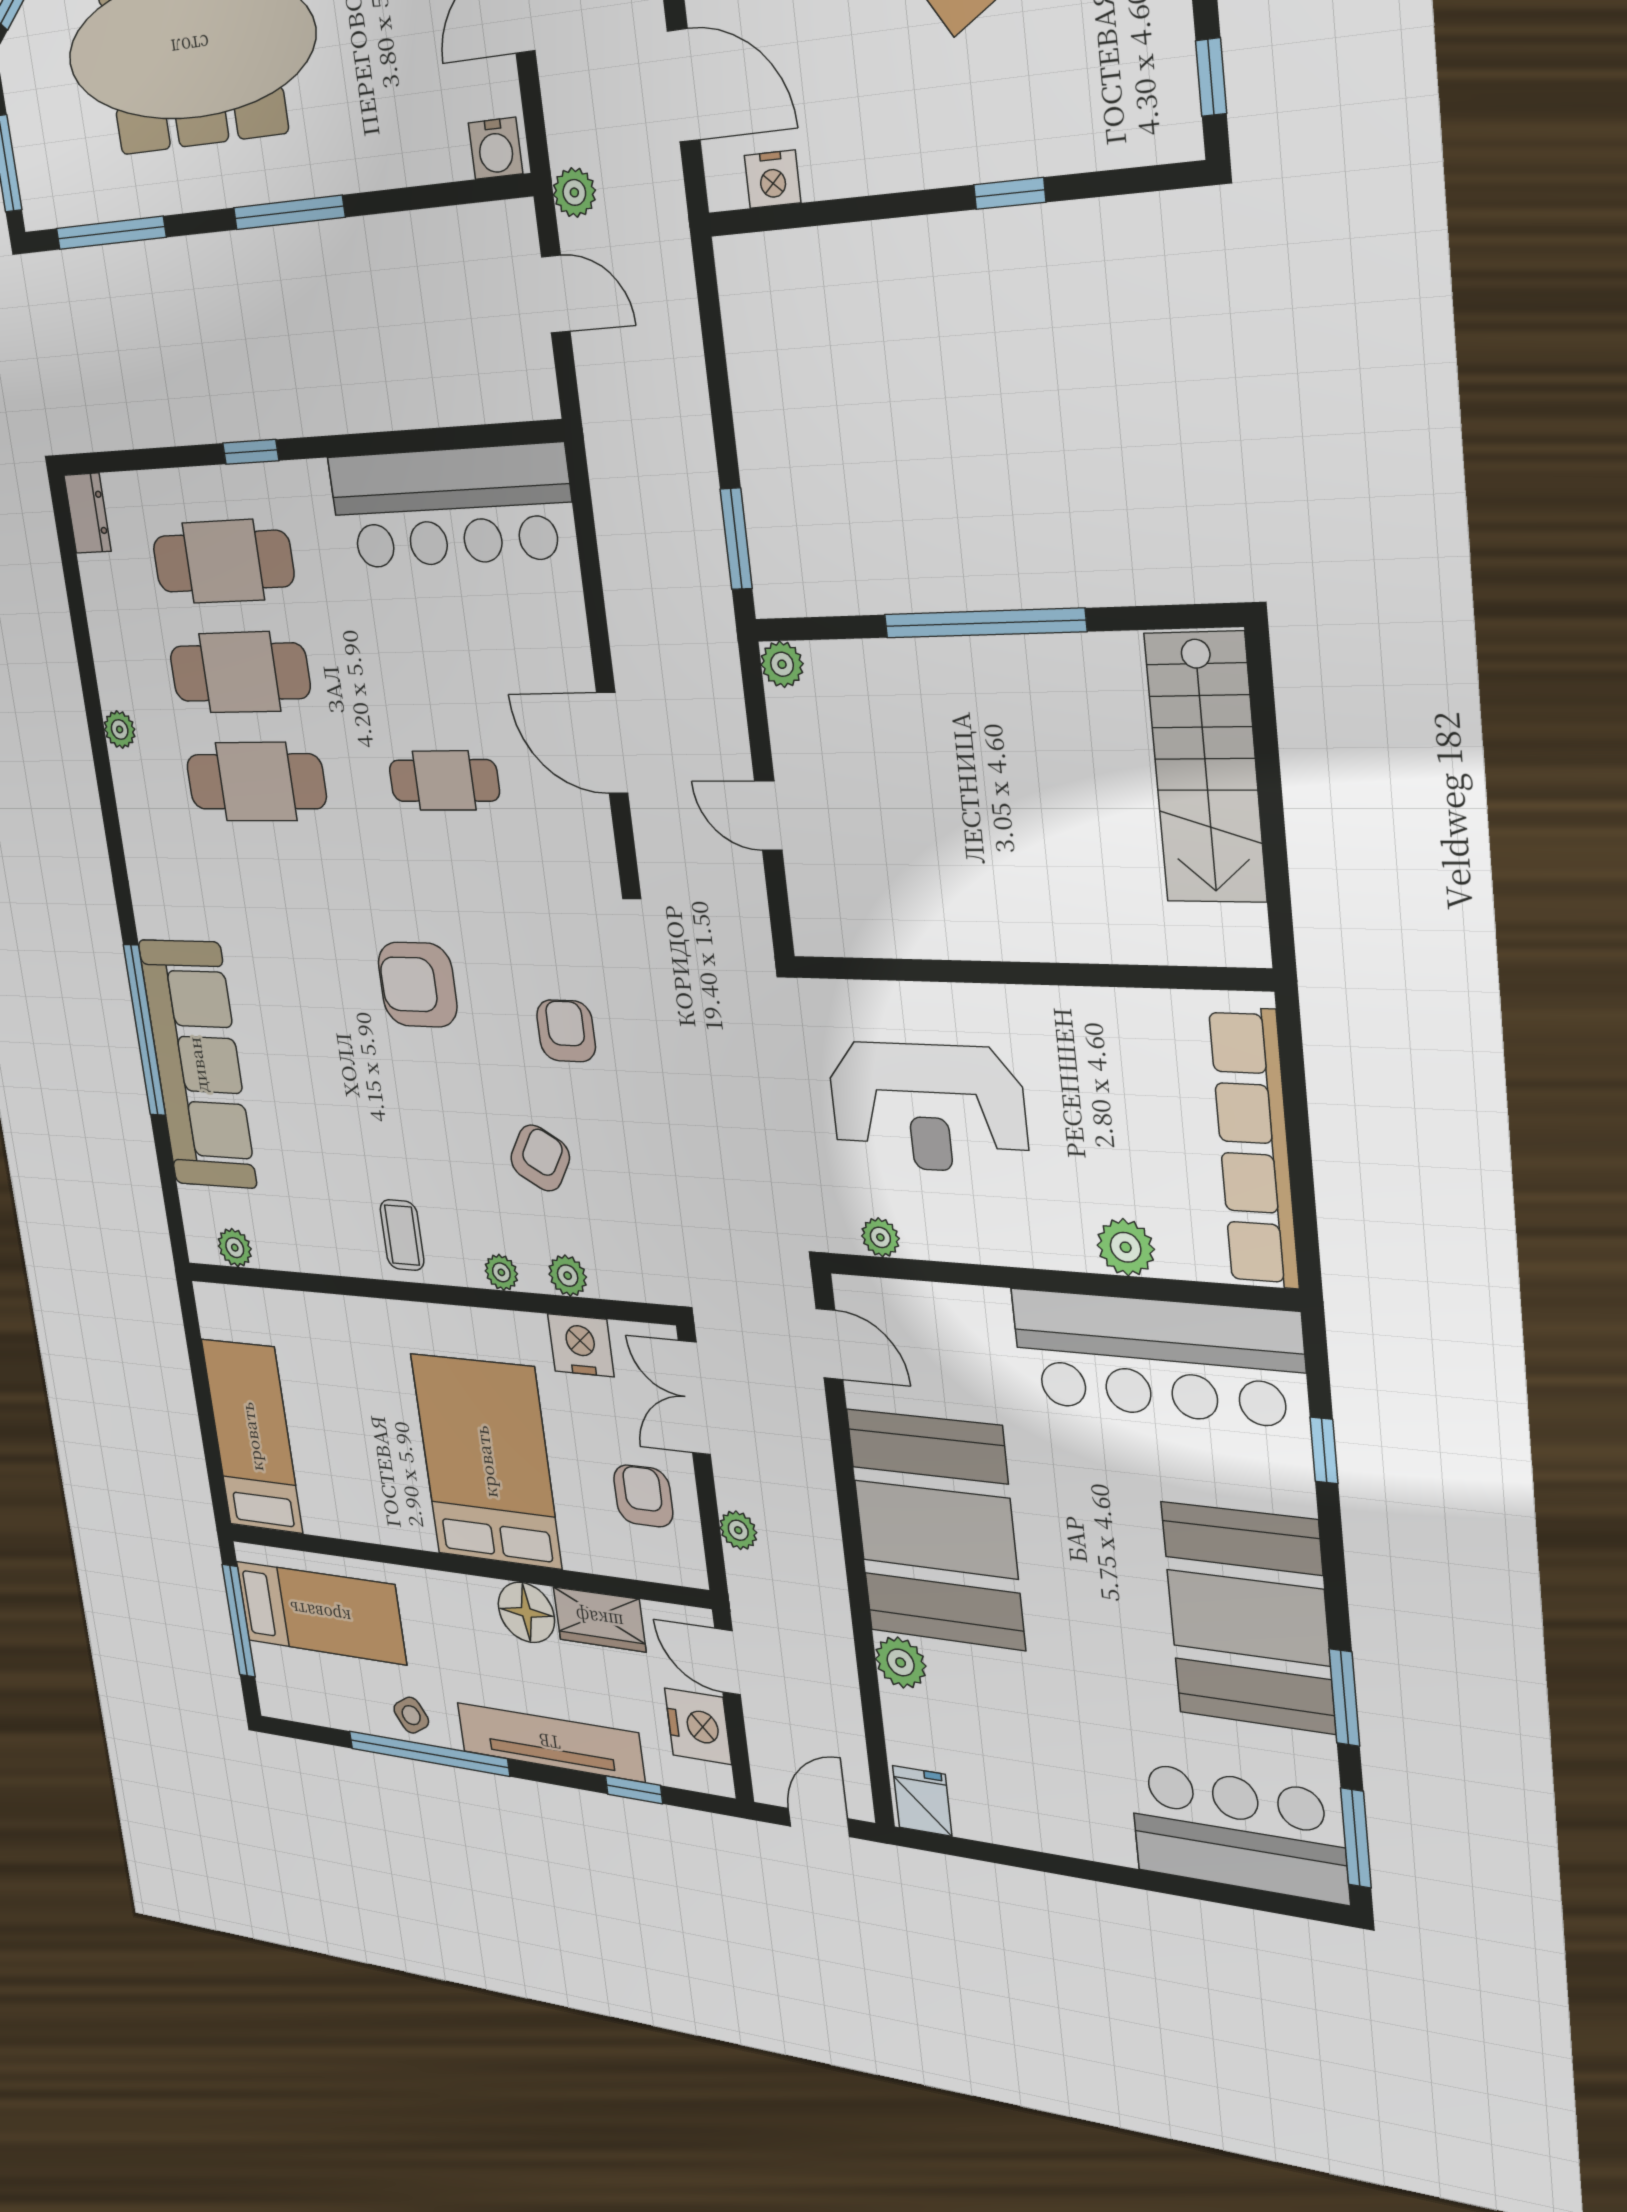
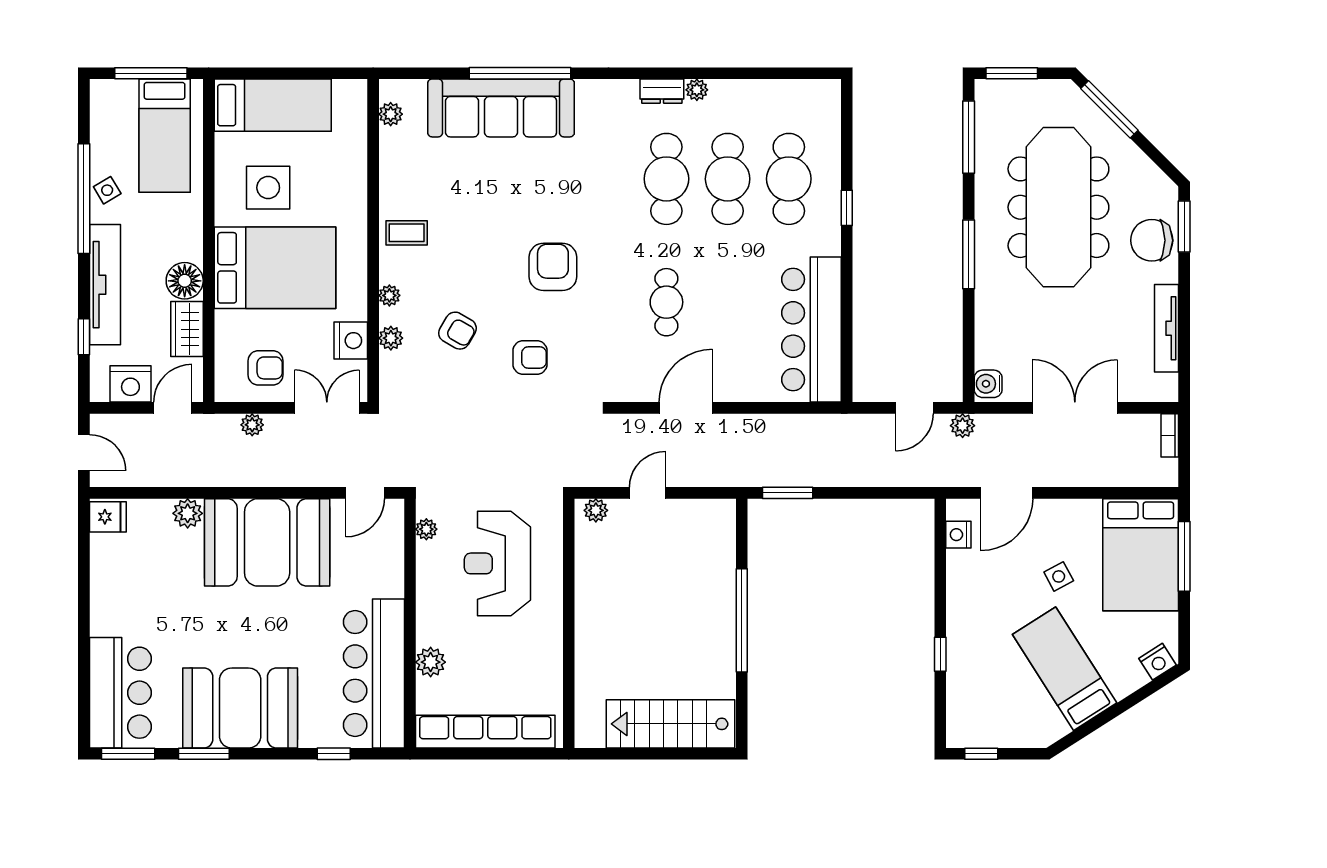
dresser: (87, 513) -> (662, 91), moved
plant: (782, 664) -> (596, 510), moved
side table: (369, 1458) -> (268, 188), added

